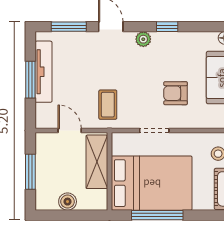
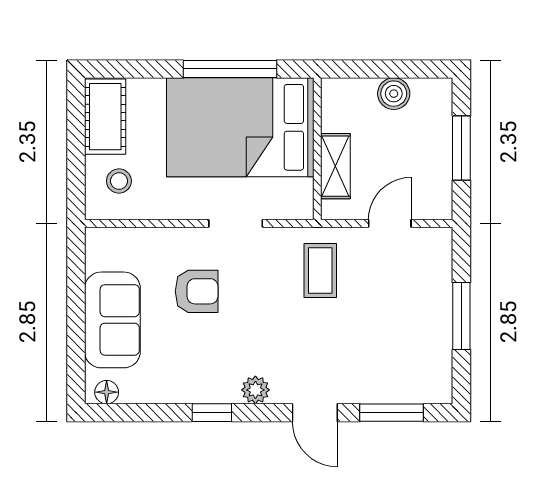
tv unit: (44, 72) -> (437, 331), removed
door: (70, 130) -> (390, 223), swing flipped
shelving: (97, 162) -> (335, 166), width x0.67, depth x0.75

